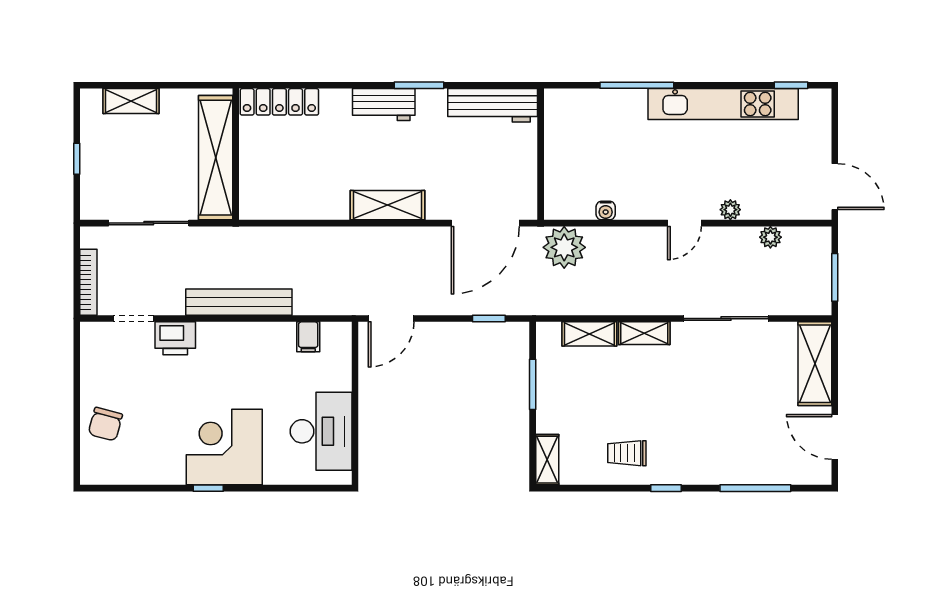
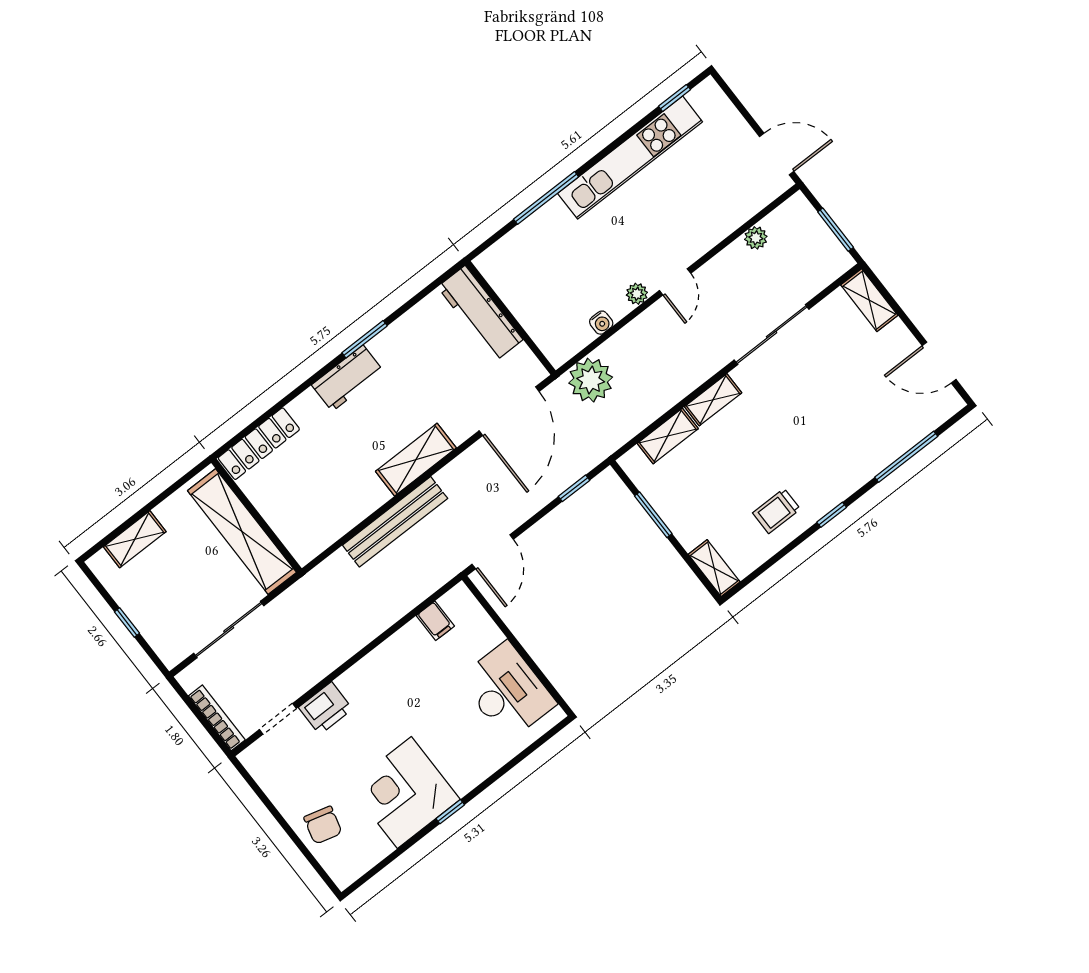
workbench: (493, 105) -> (480, 313), moved, turned 90
plant: (730, 210) -> (637, 294), moved
bench: (239, 302) -> (395, 522), moved
shelving: (815, 364) -> (869, 300), width x0.67, depth x0.75
corner desk: (224, 447) -> (404, 792), moved

